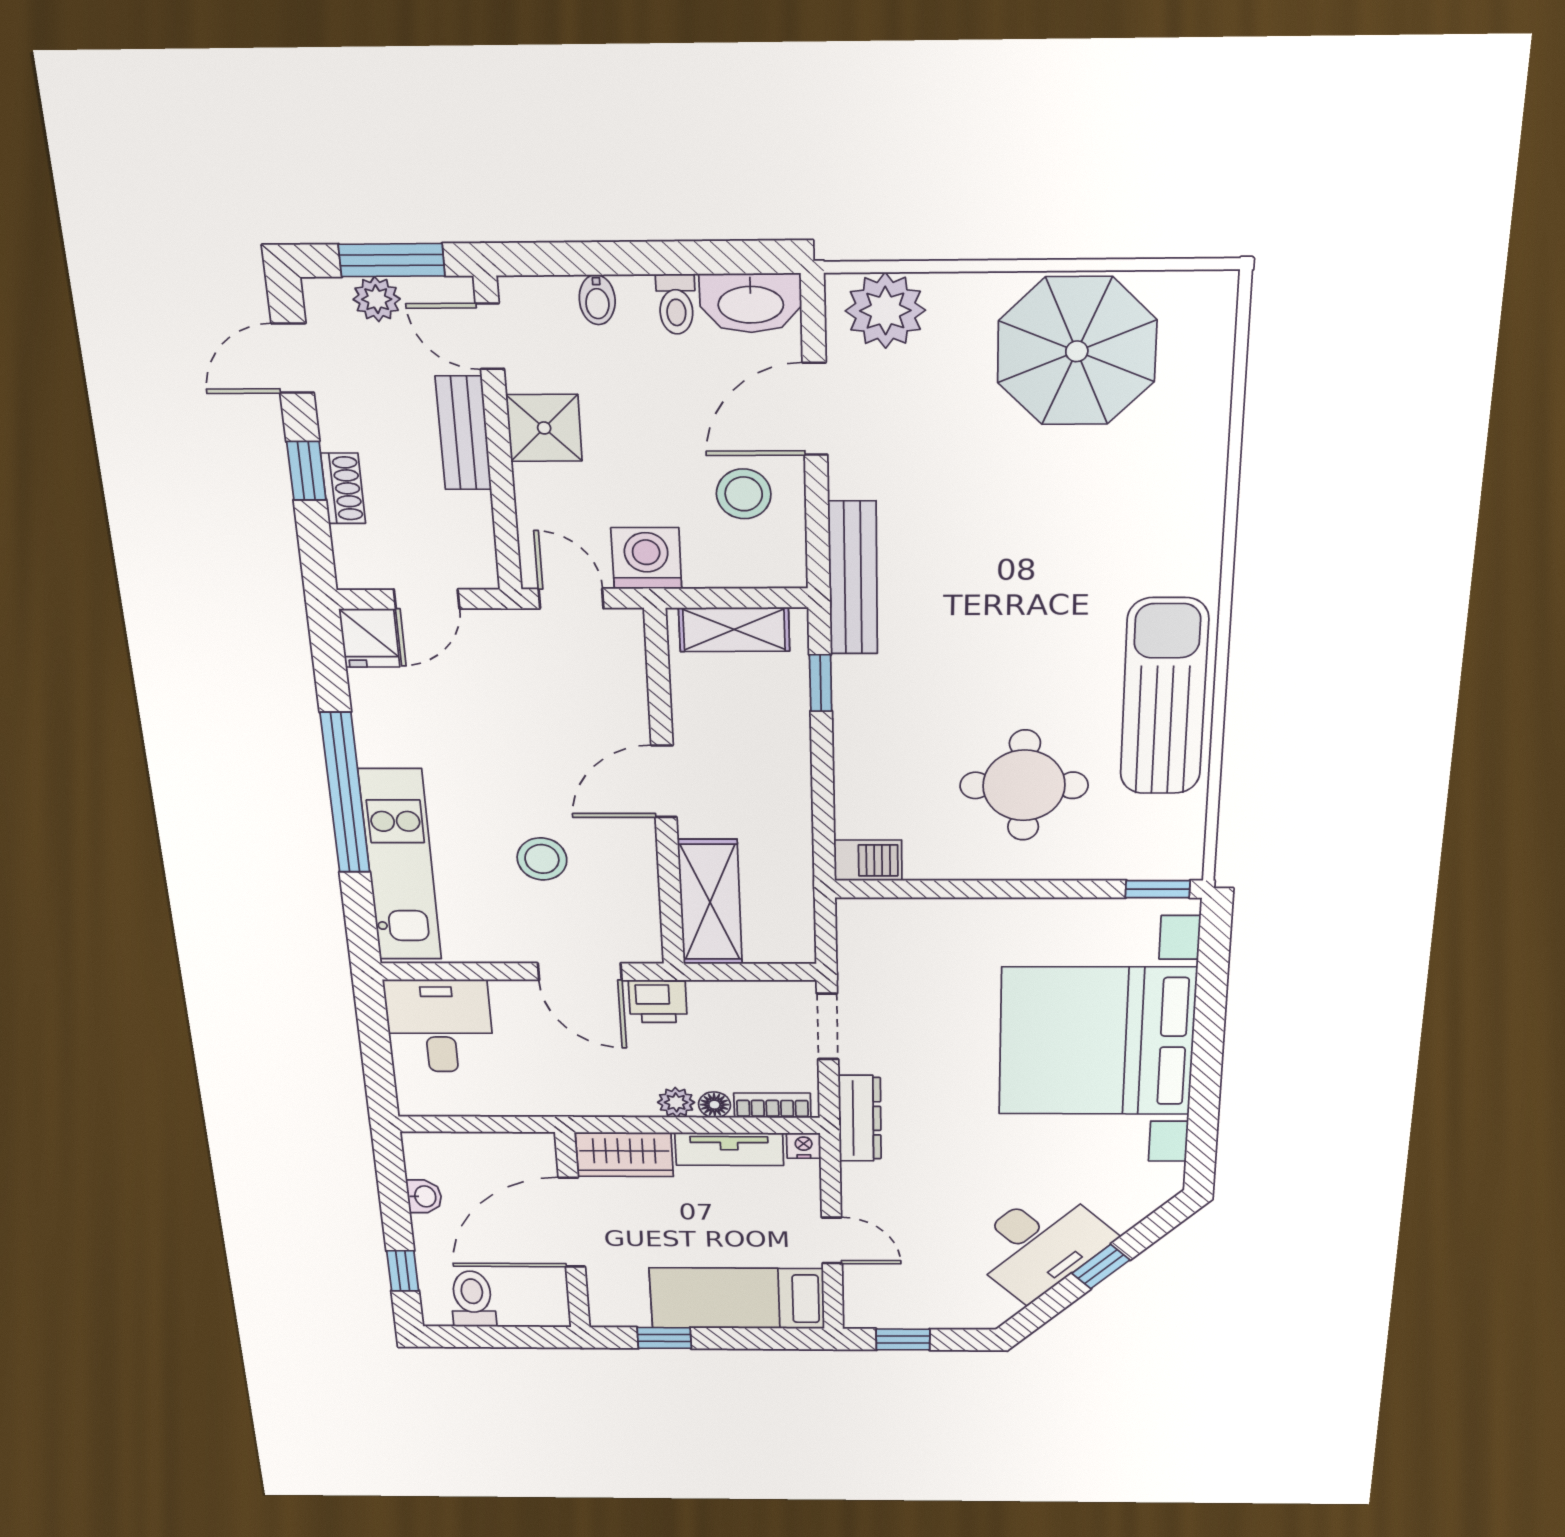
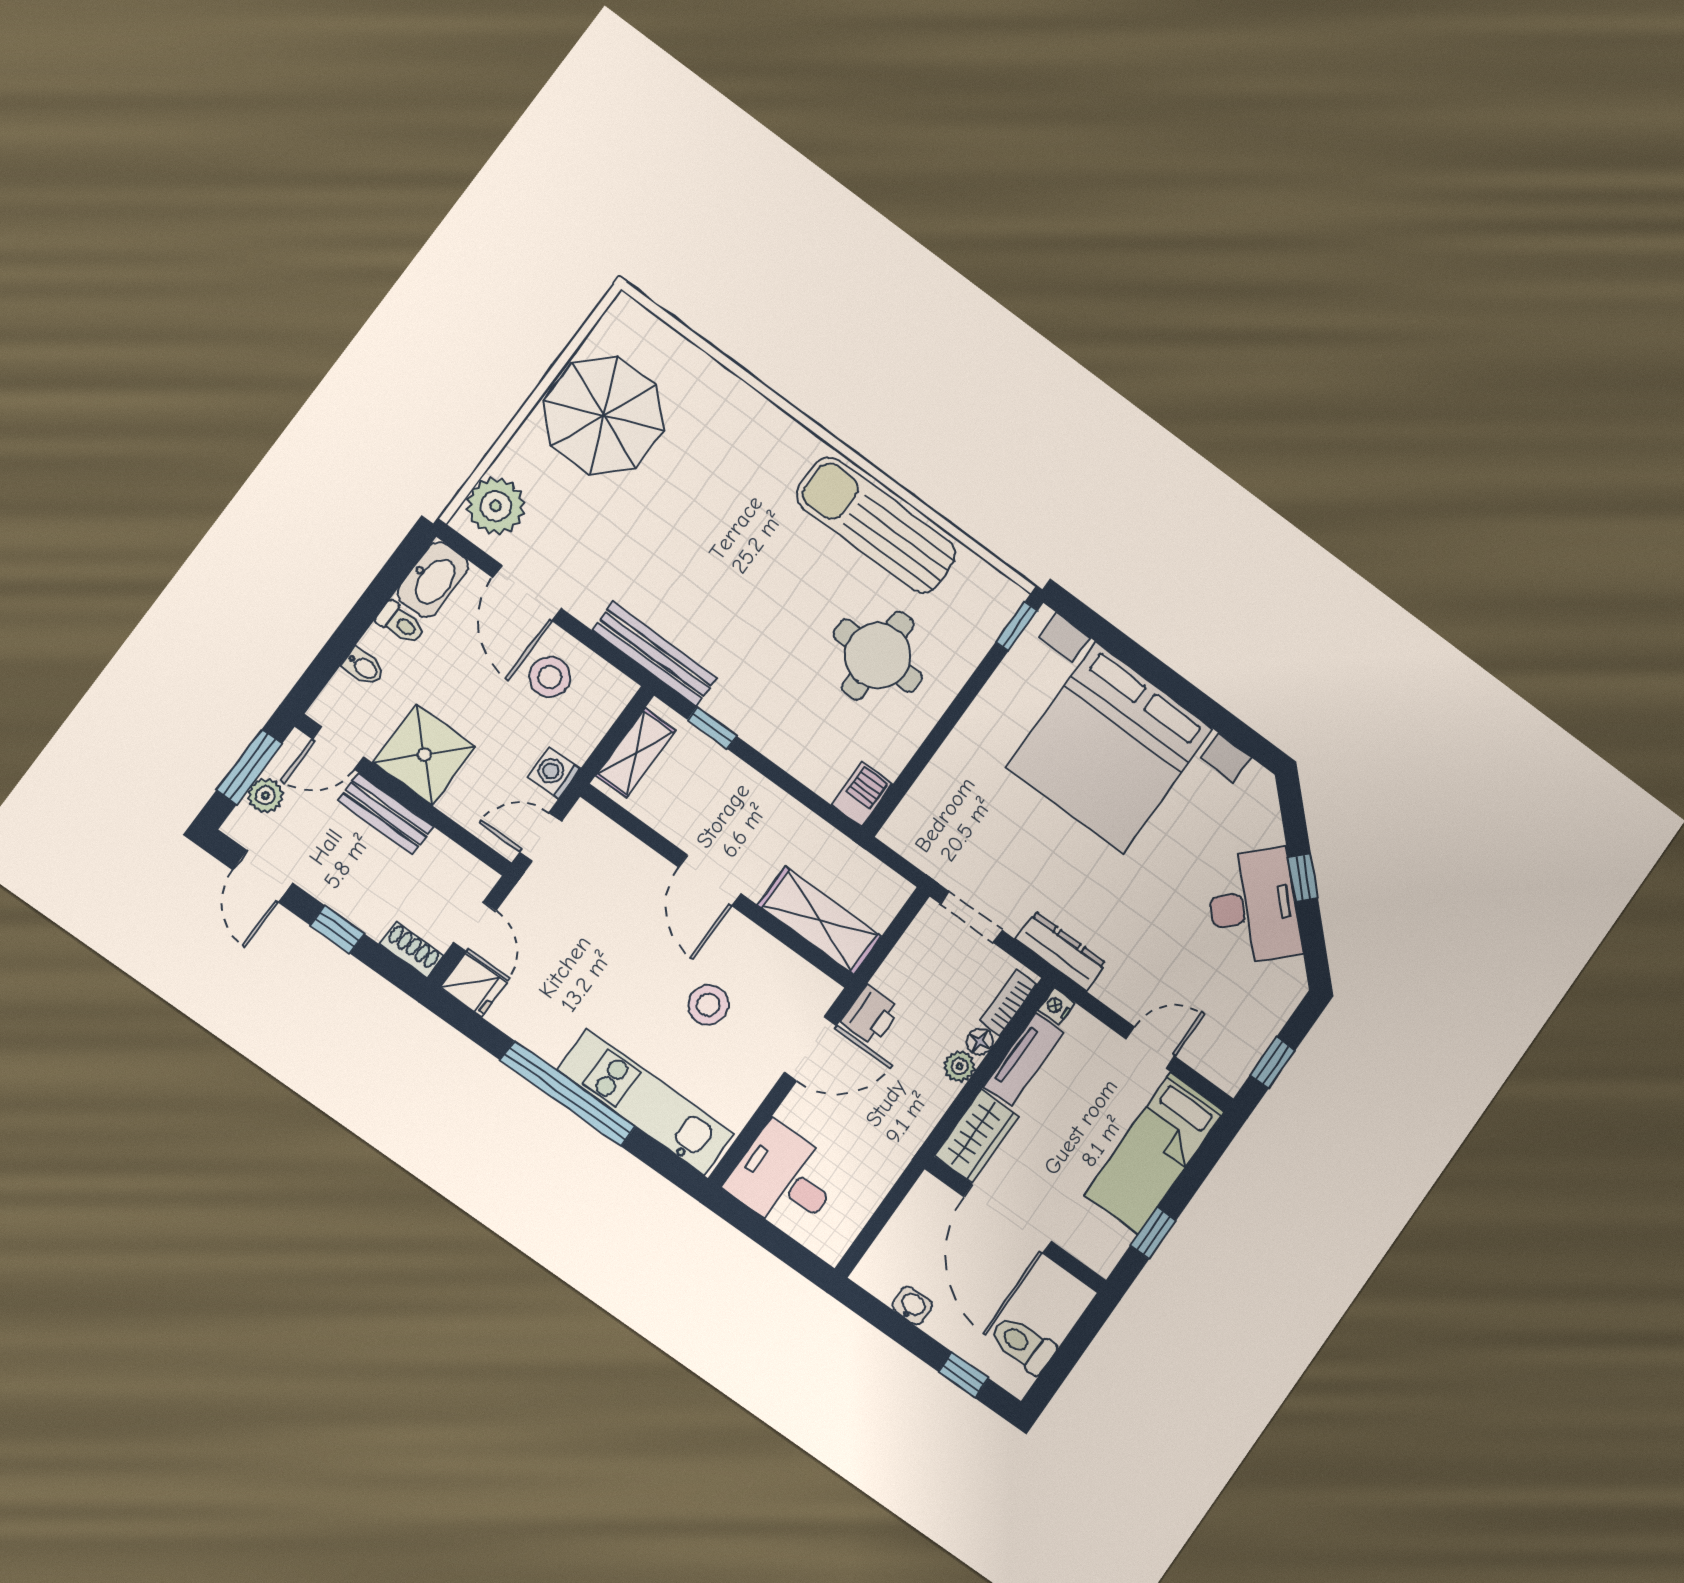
shower: (544, 428) -> (424, 755), width x1.36, depth x1.36
shoe rack: (343, 488) -> (411, 950), moved
washing machine: (646, 558) -> (554, 773), width x0.73, depth x0.73

